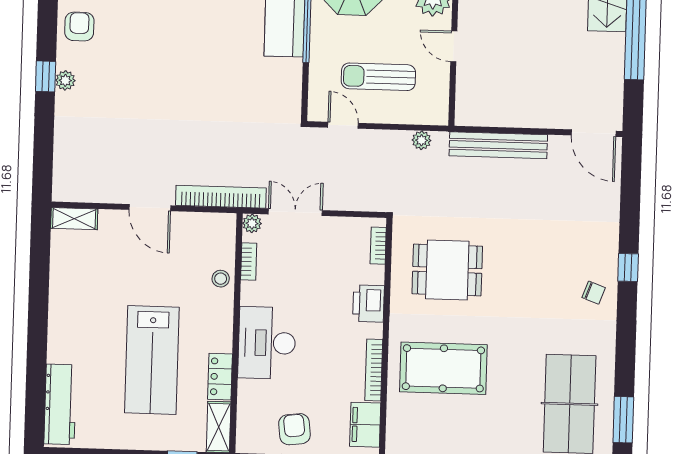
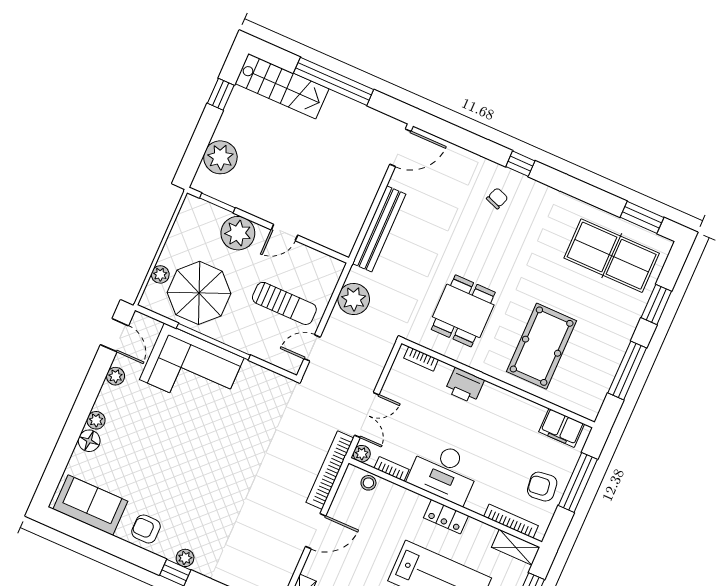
sun lounger: (378, 77) -> (284, 303), turned -90
plant: (421, 140) -> (354, 299), width x1.88, depth x1.88
double door: (295, 212) -> (367, 415), swing flipped
stool: (221, 279) -> (368, 483), moved
chair: (594, 293) -> (497, 198), moved
desk: (267, 343) -> (444, 472), moved
bookcase: (374, 370) -> (511, 521), moved, turned 180
locker: (220, 377) -> (446, 517), moved

